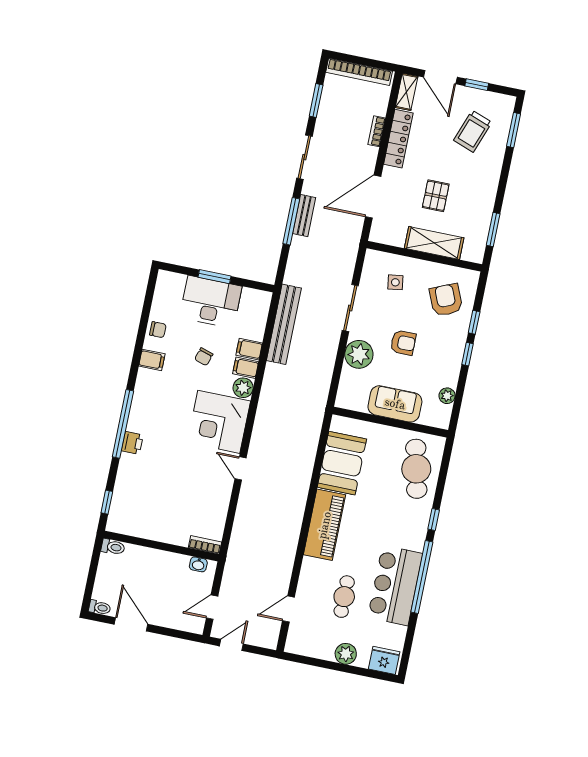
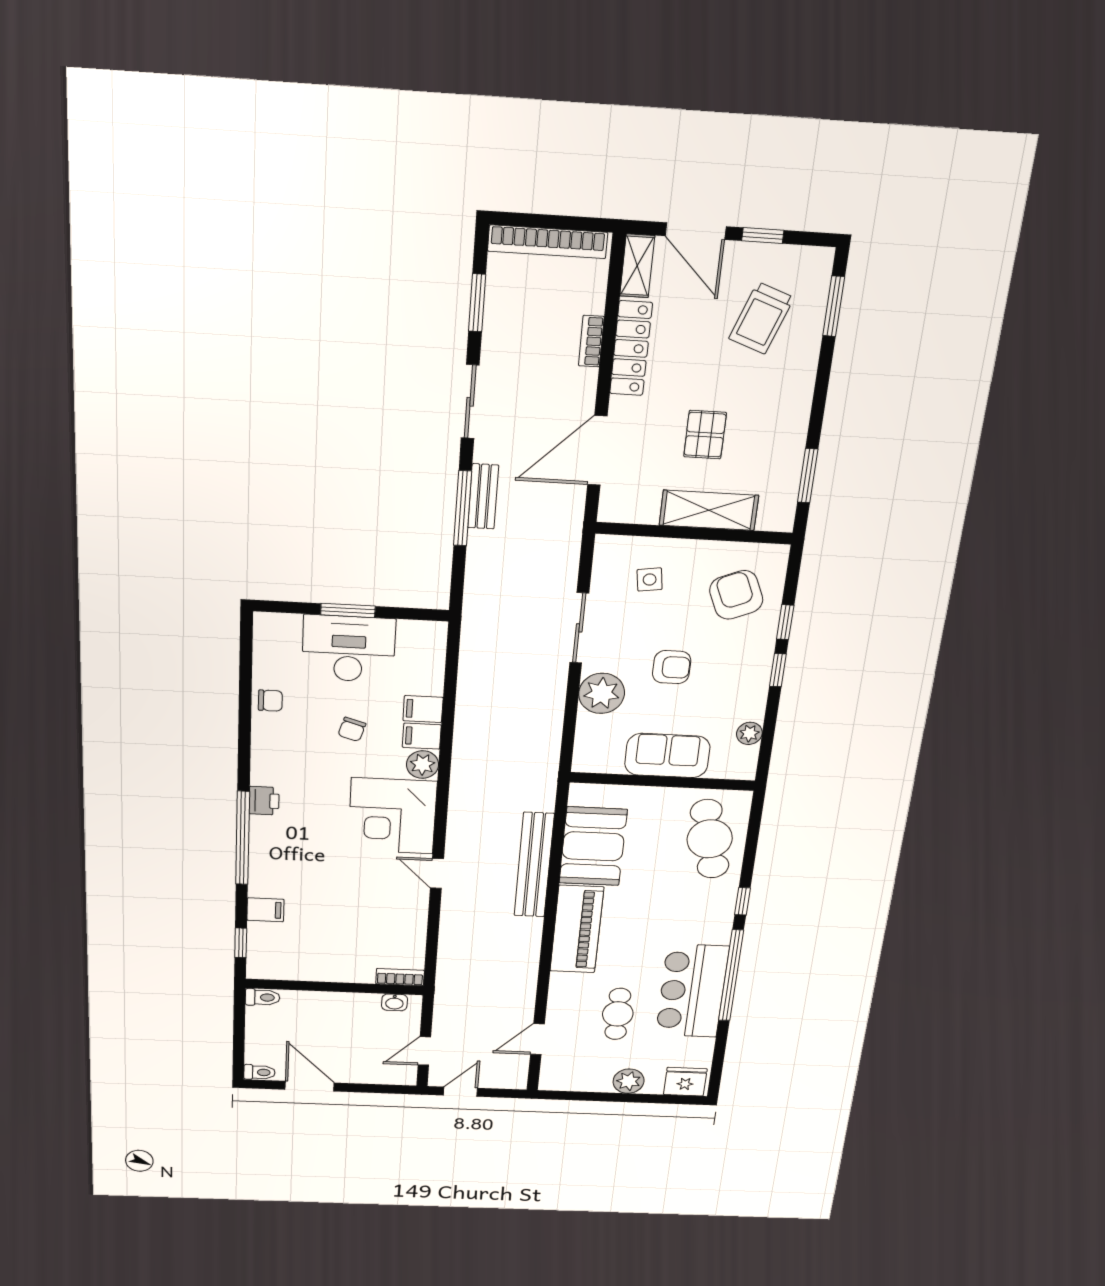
bench: (284, 324) -> (534, 865), moved
filing cabinet: (152, 360) -> (265, 910), moved
printer: (132, 443) -> (264, 801), moved

